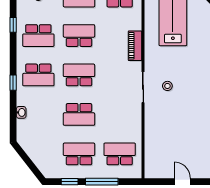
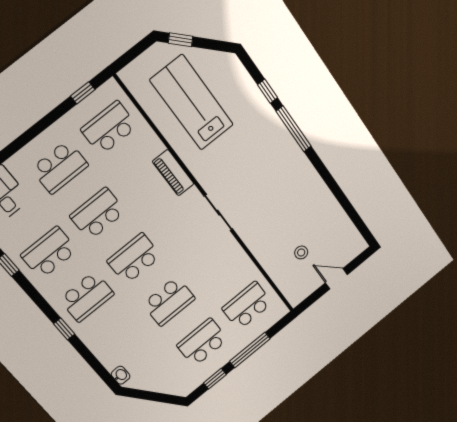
school desk: (38, 36) -> (49, 253), turned 180
stool: (167, 86) -> (301, 252), moved
washbasin: (21, 112) -> (121, 375), moved

